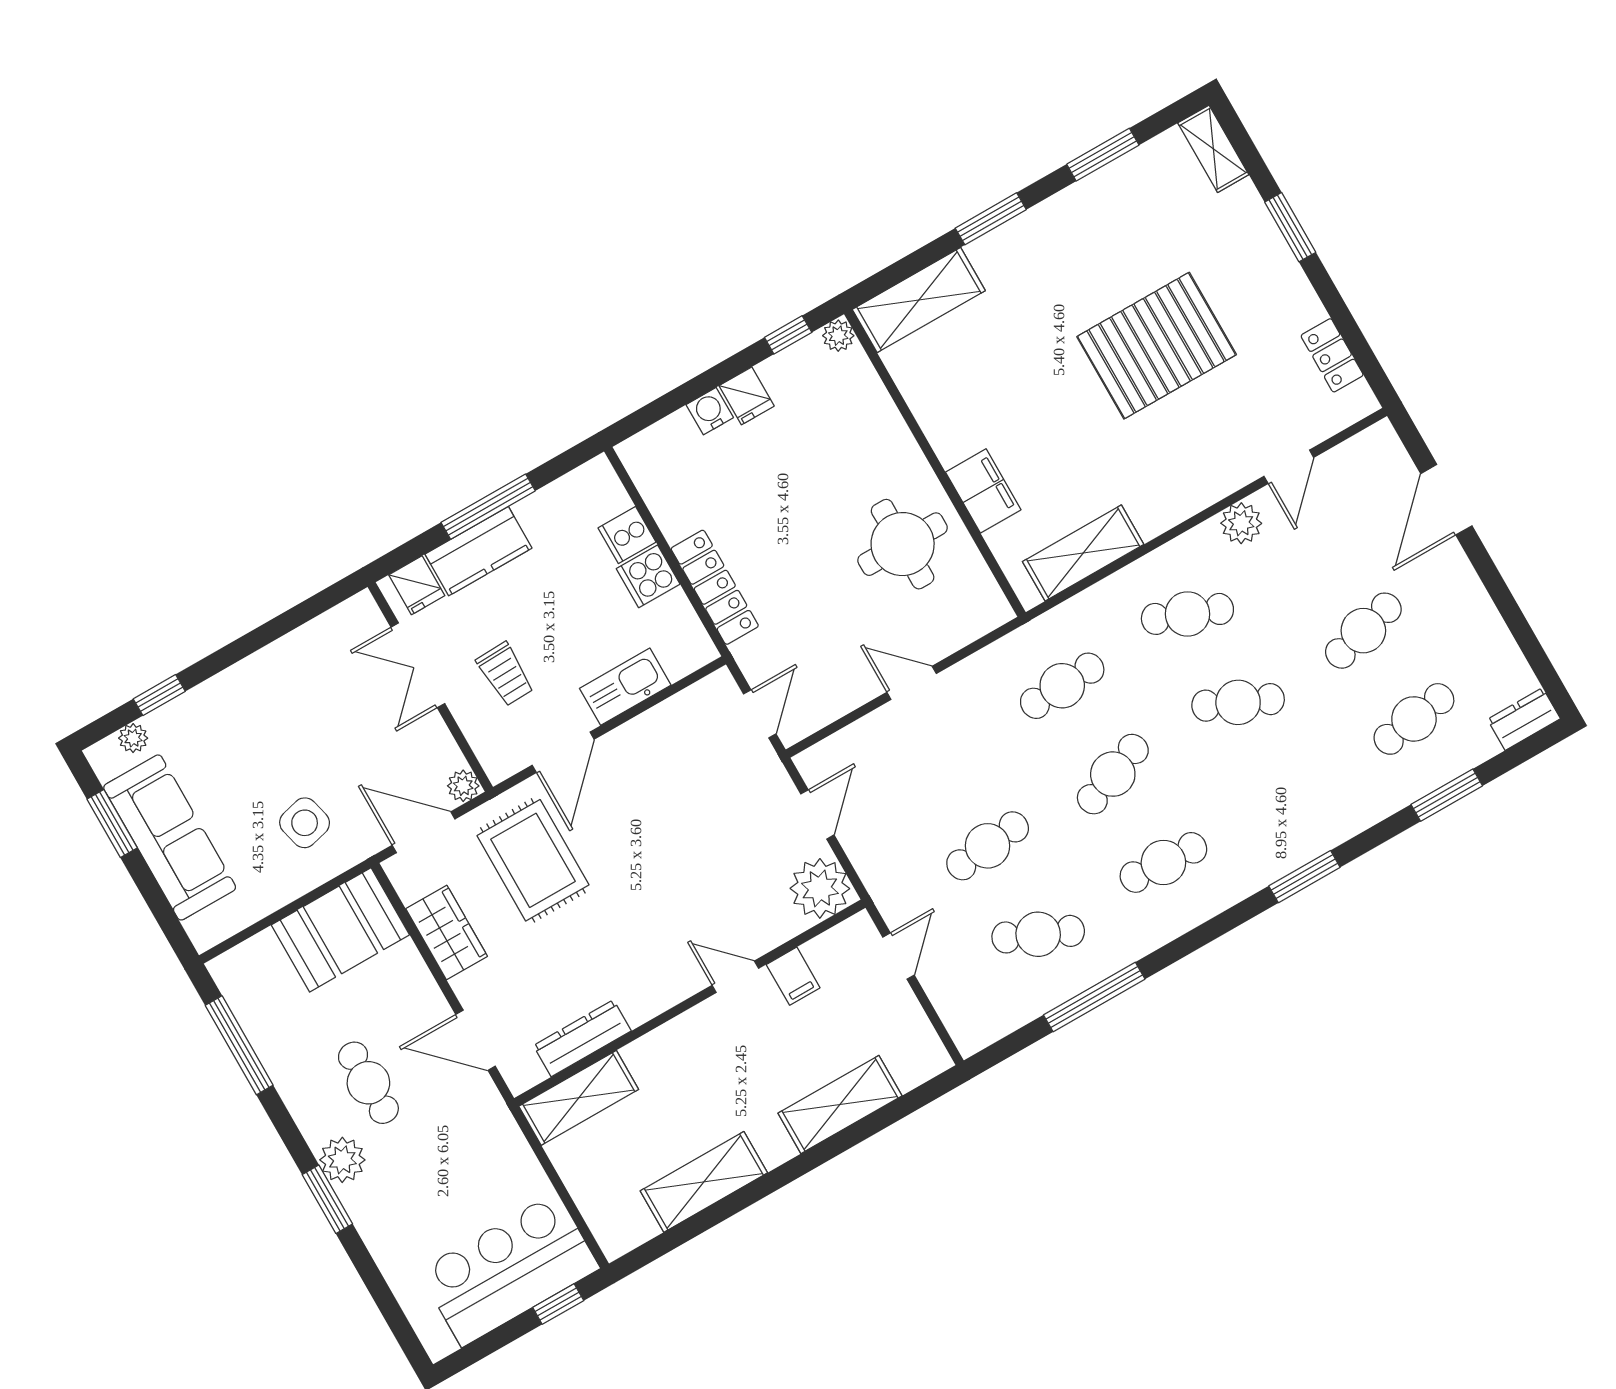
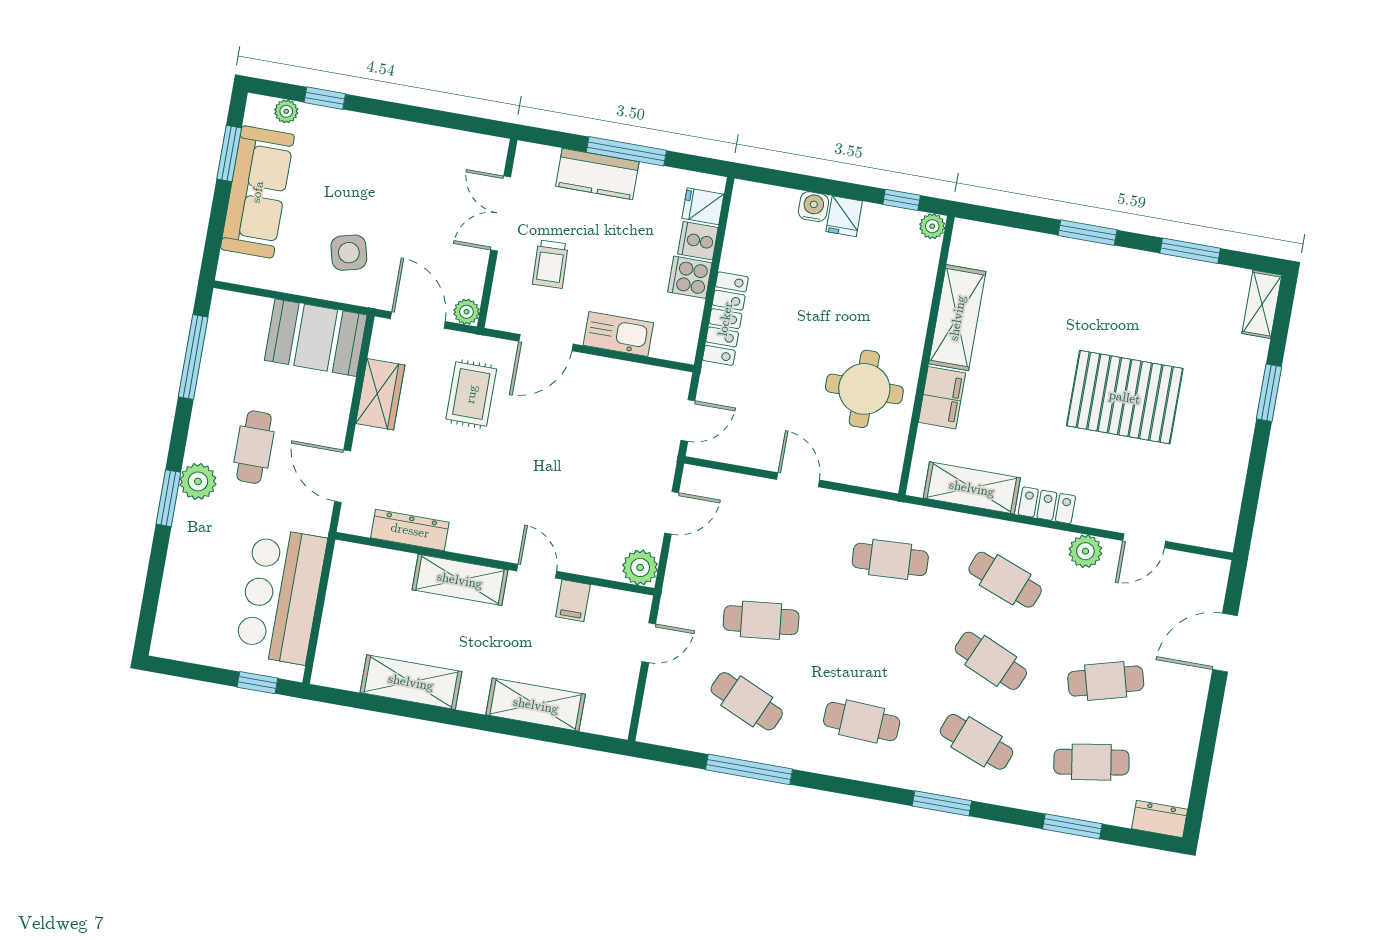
shelving: (919, 300) -> (957, 318), moved, turned 90
locker: (1332, 355) -> (1047, 505), moved, turned 90
fridge: (417, 585) -> (703, 206), moved, turned 90
cafe table: (1113, 774) -> (977, 742), moved, turned 42
rug: (533, 860) -> (471, 394), width x0.73, depth x0.70
plant: (820, 888) -> (640, 567), width x0.73, depth x0.73
shelving: (579, 1098) -> (460, 580), moved
bar counter: (509, 1270) -> (281, 596), moved, turned -90

